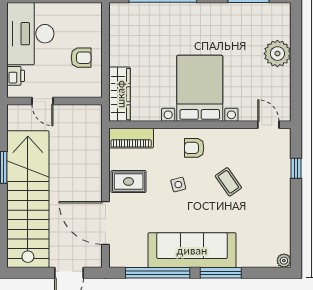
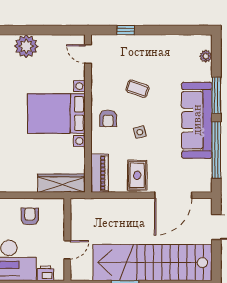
door: (268, 125) -> (88, 54), hinge flipped
coffee table: (228, 182) -> (137, 89), turned 54
plant: (284, 261) -> (206, 56), moved

